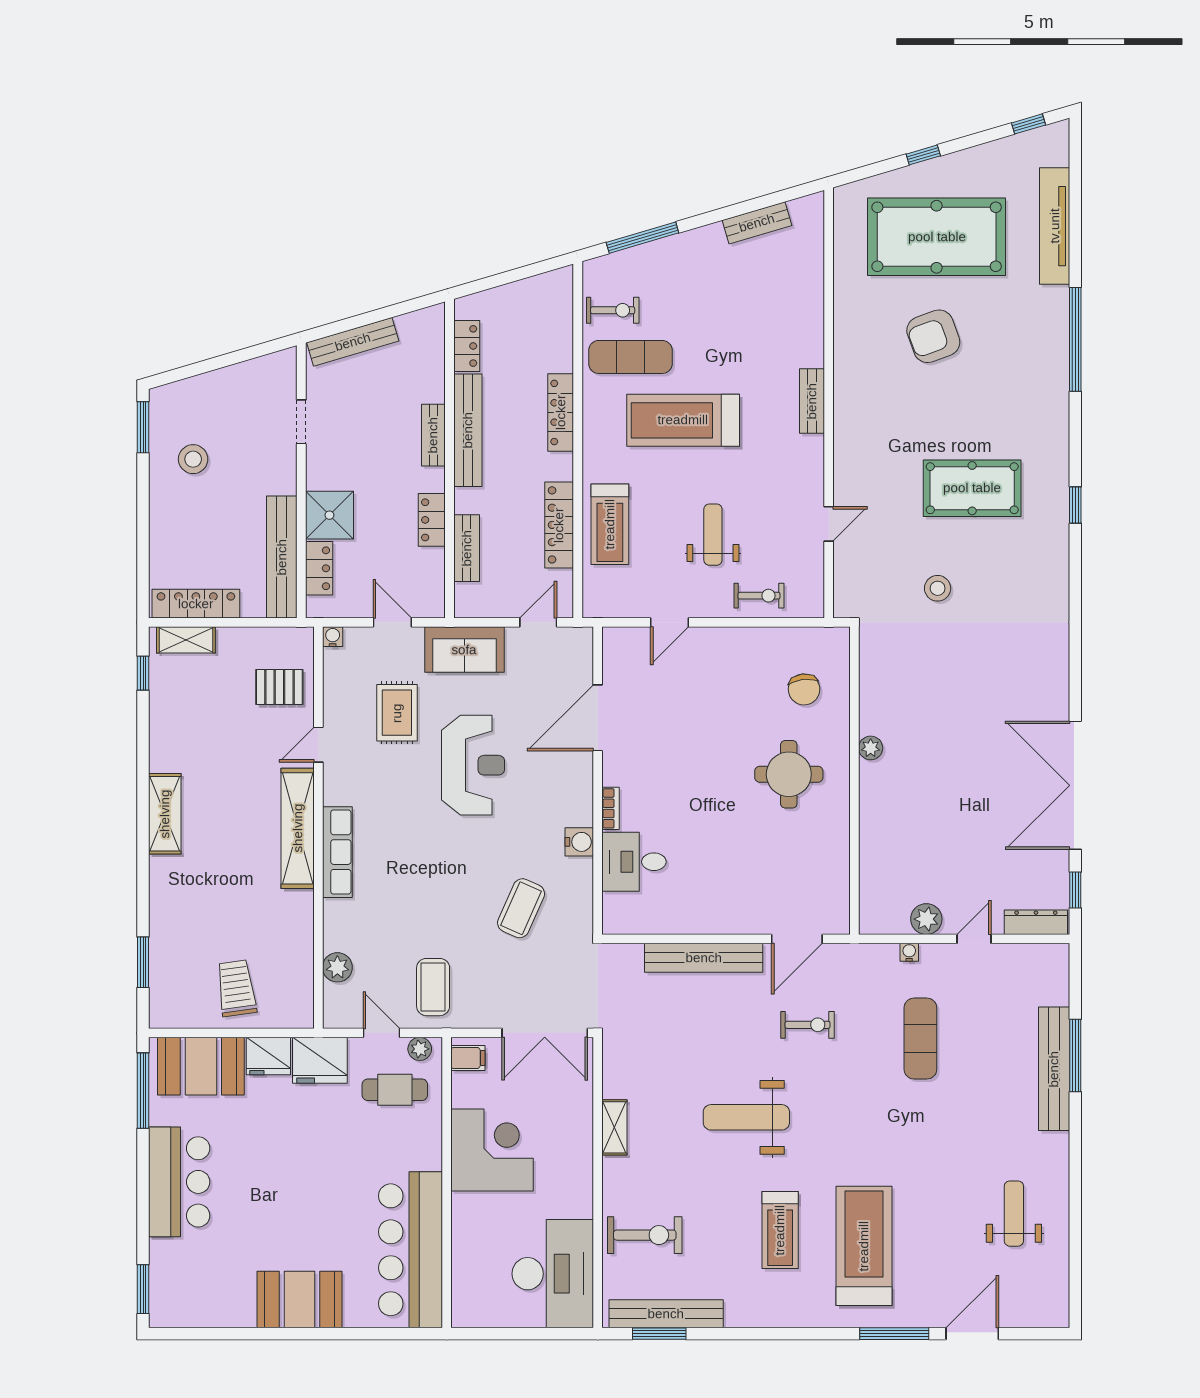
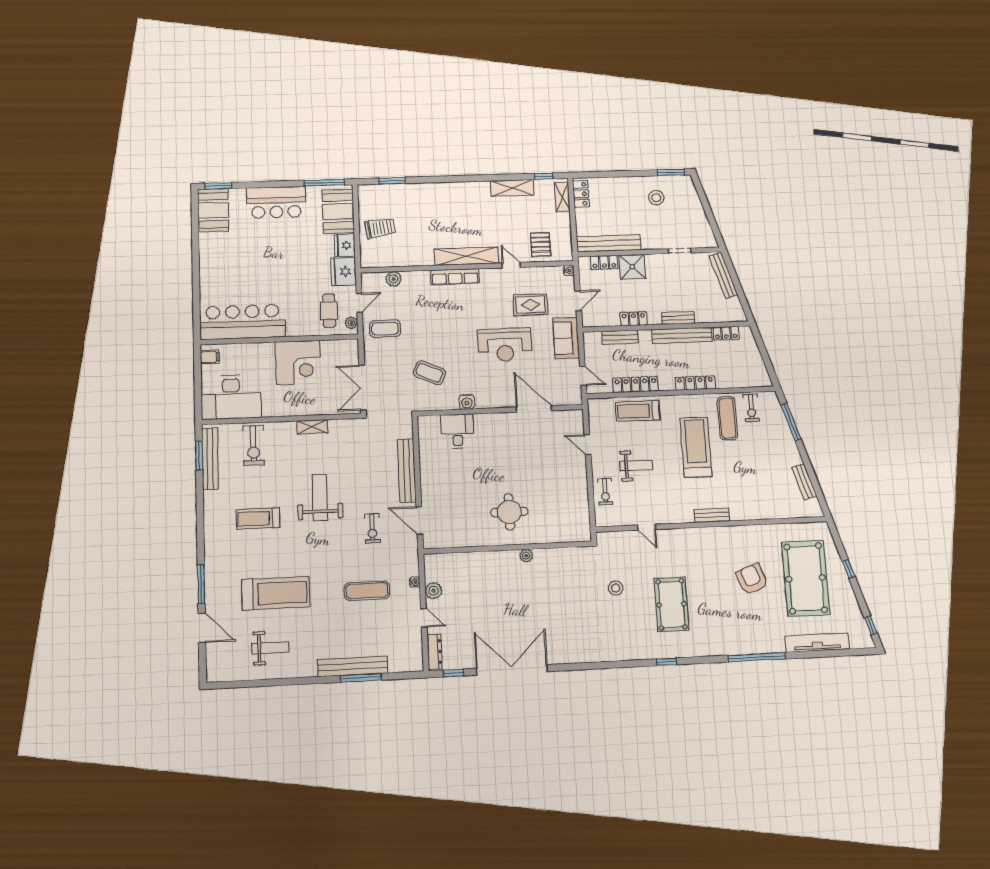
locker: (196, 604) -> (581, 194), width x0.66
chair: (804, 689) -> (556, 518), removed
bookcase: (611, 808) -> (486, 418), removed
shelving: (165, 814) -> (512, 188), moved
filing cabinet: (468, 1058) -> (210, 357), moved, turned -90
treadmill: (864, 1246) -> (276, 593), moved
booth: (300, 1300) -> (213, 210), moved

